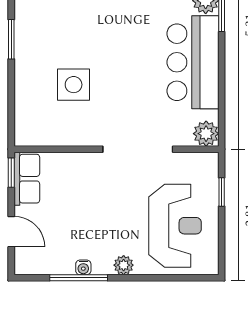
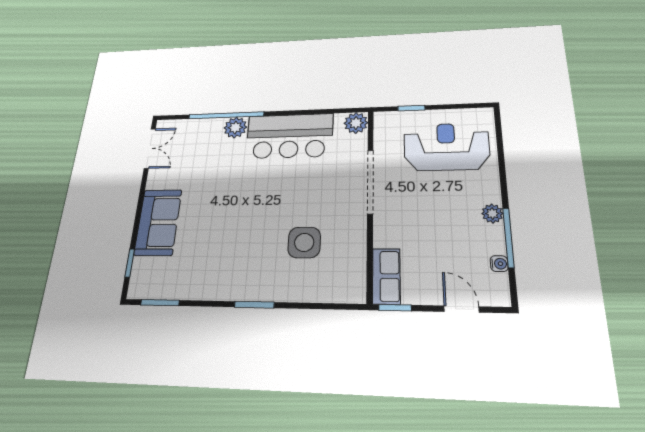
row of seats: (27, 179) -> (386, 276), moved, turned 90
door: (11, 232) -> (461, 309), hinge flipped
plant: (124, 265) -> (492, 214), moved
water cooler: (83, 267) -> (499, 264), moved

